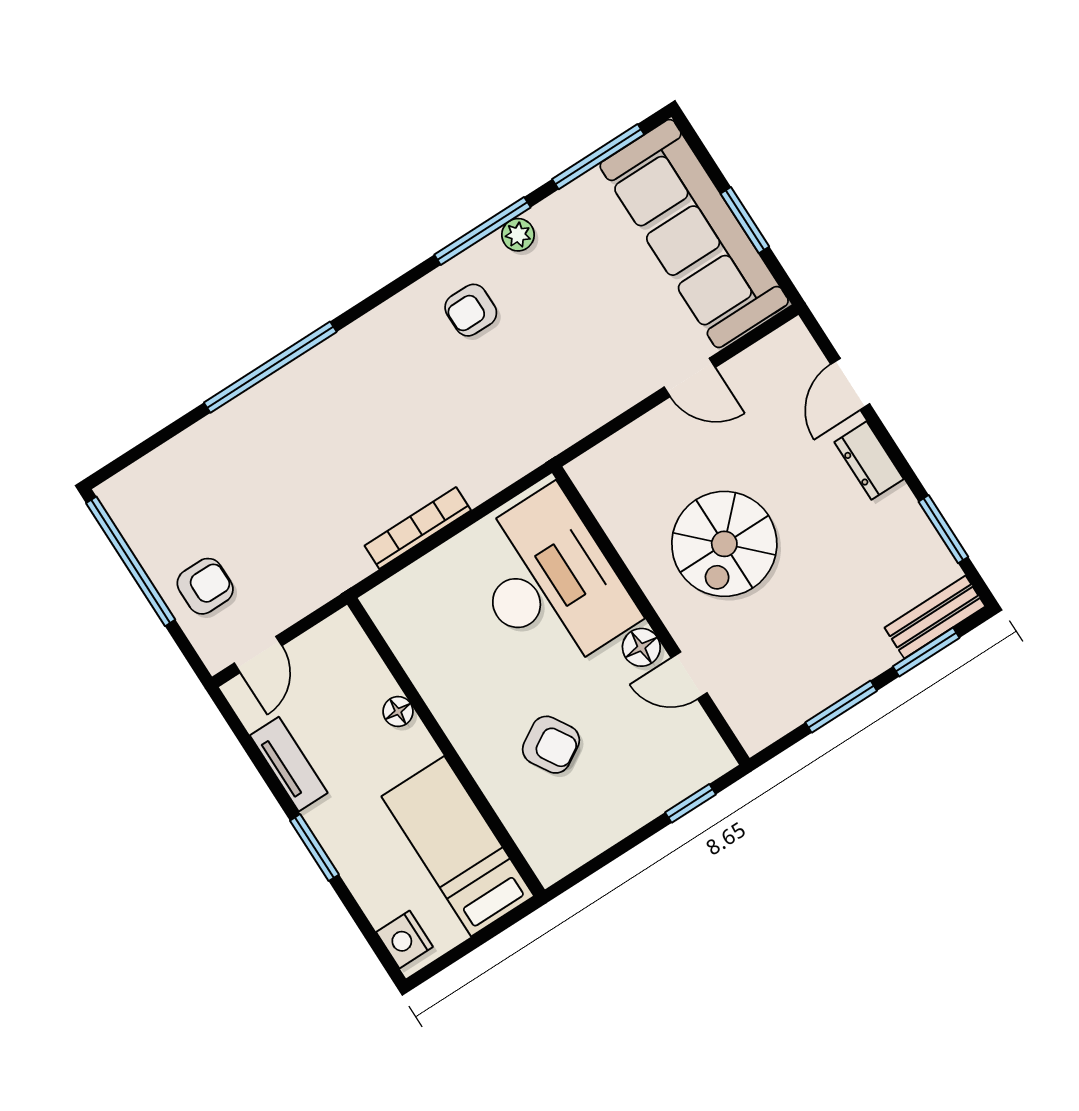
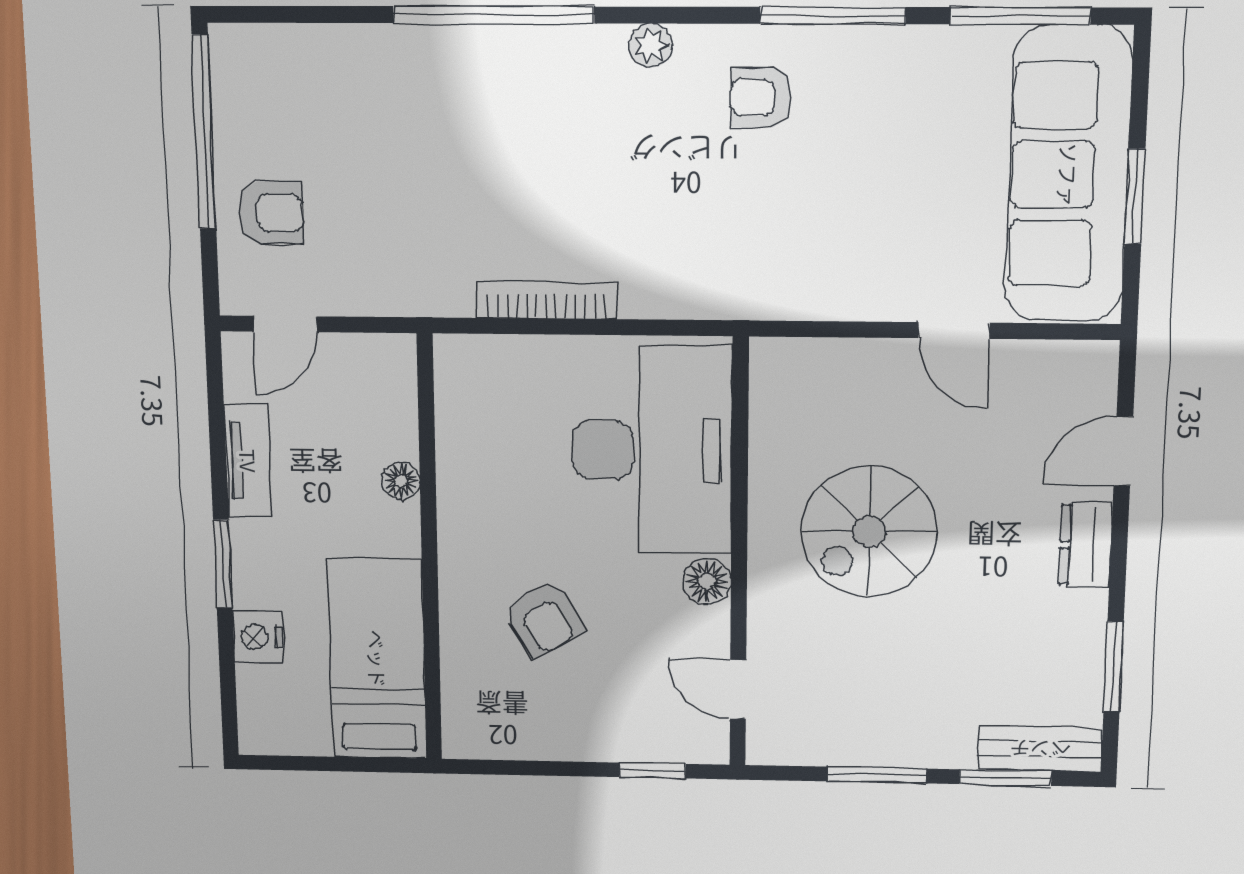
plant: (518, 235) -> (651, 46), moved
door: (689, 675) -> (738, 689), moved
nightstand: (405, 940) -> (258, 637), moved

